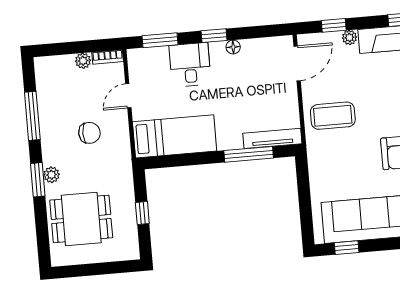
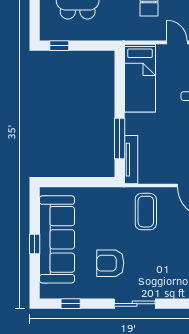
window: (142, 213) -> (59, 46), moved
window: (347, 248) -> (35, 244), moved

